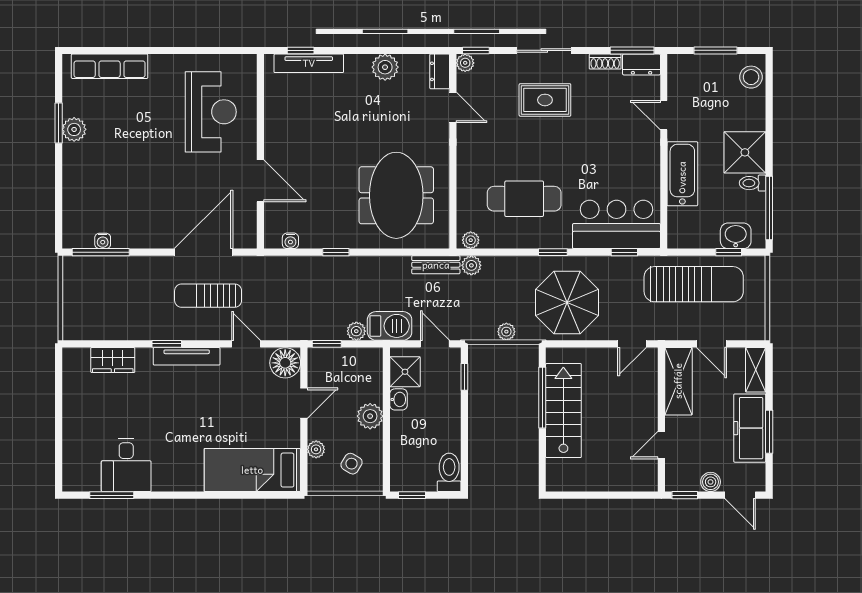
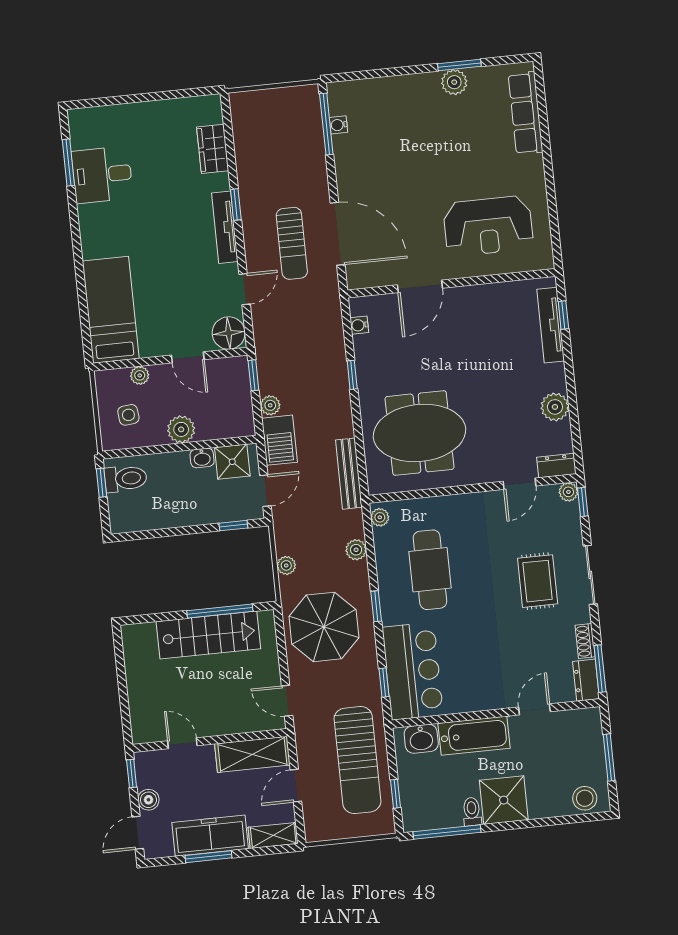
washbasin: (736, 236) -> (421, 739), moved, turned 90
bench: (436, 265) -> (349, 474), width x1.36
plant: (471, 265) -> (356, 550), moved
sun lounger: (208, 296) -> (292, 243), turned 180
side table: (352, 464) -> (128, 415), turned -37
toilet: (449, 472) -> (126, 479), moved

